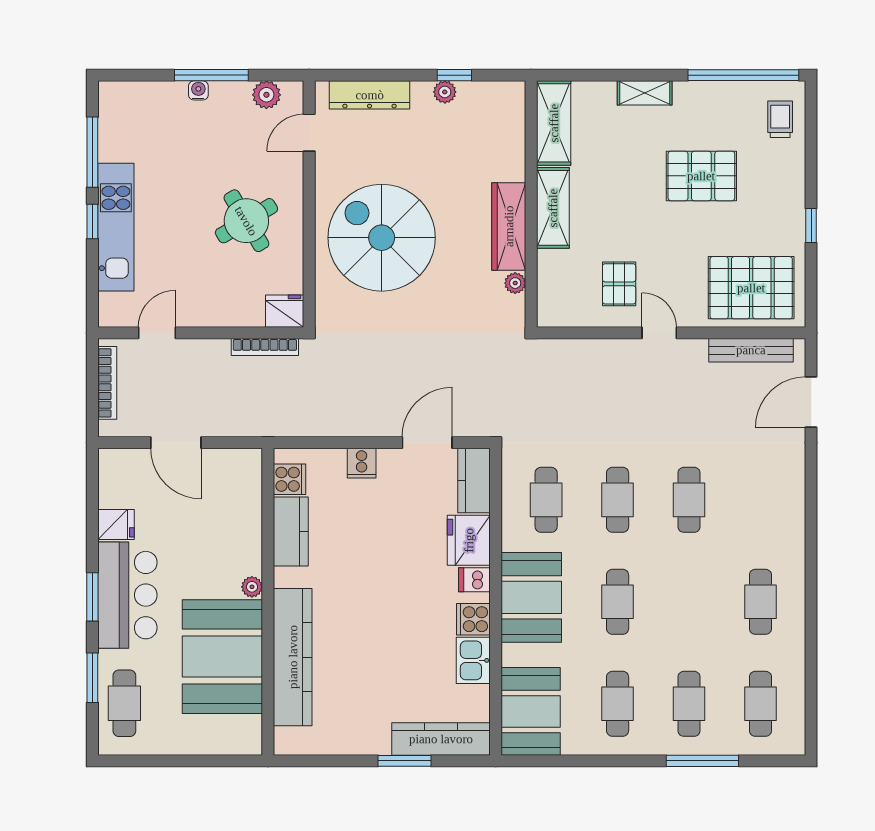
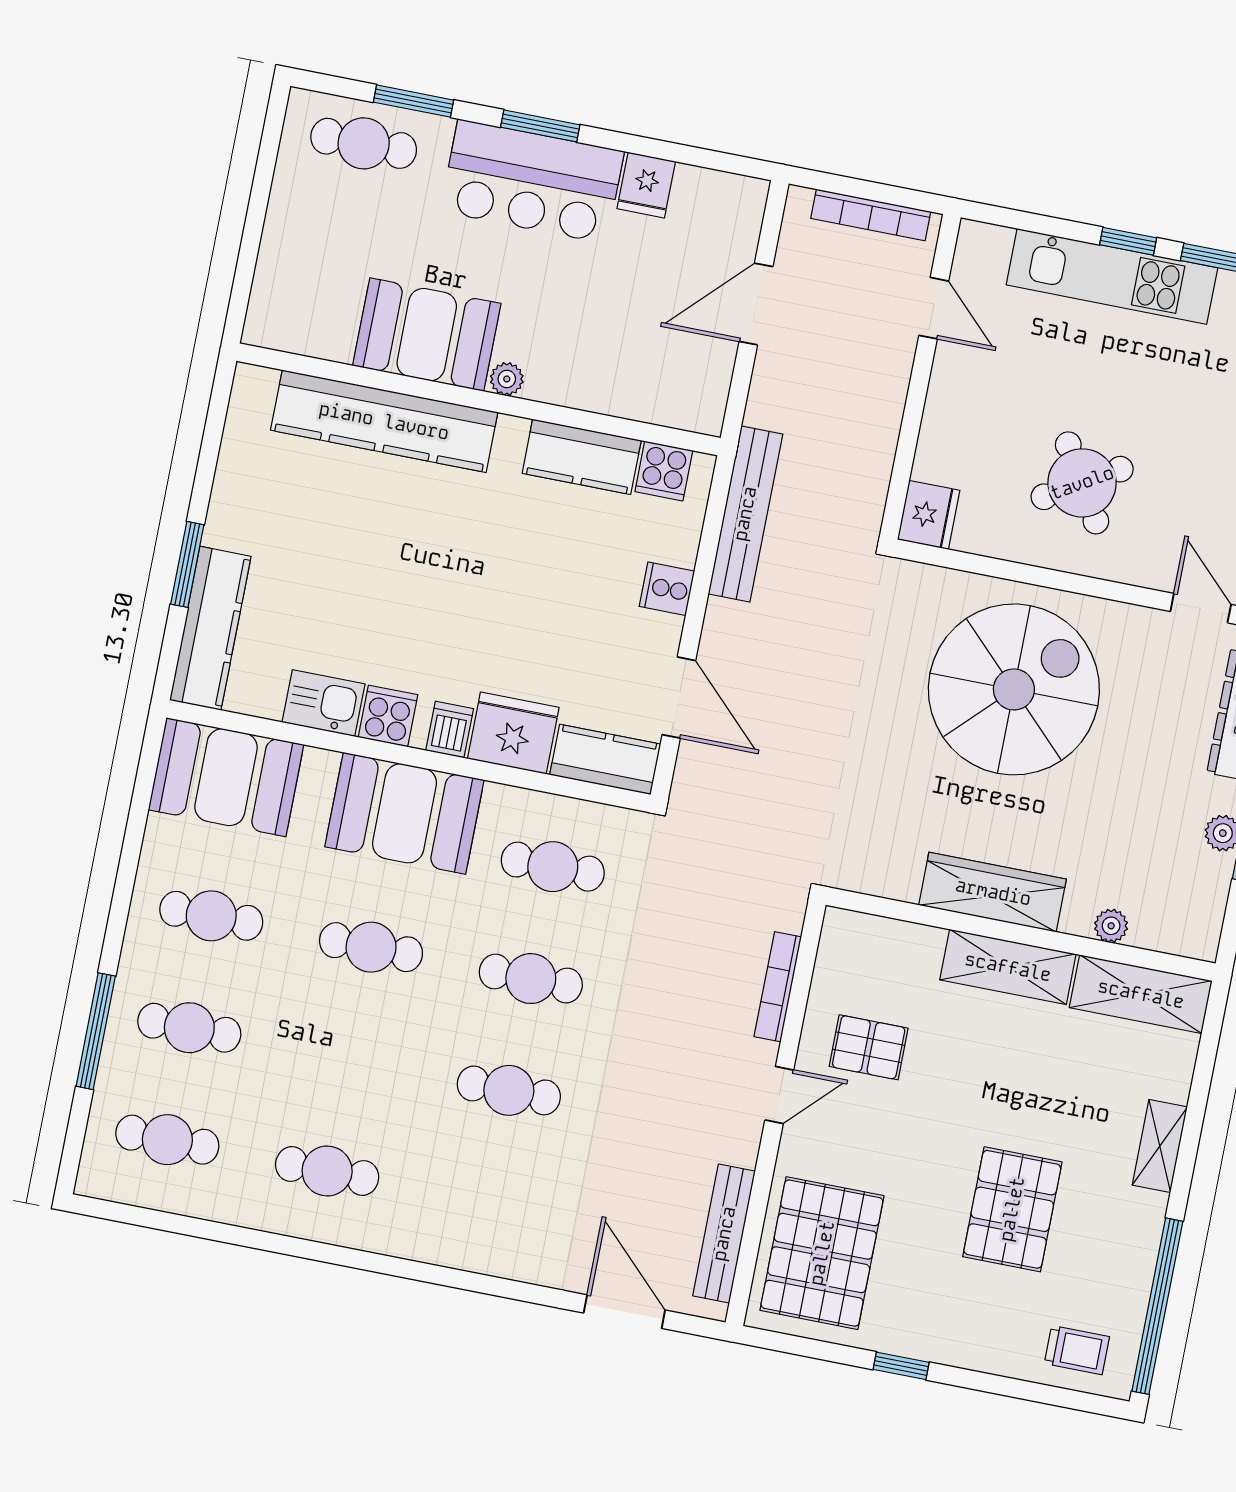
plant: (515, 283) -> (1111, 926), moved
bookcase: (265, 347) -> (778, 987), moved
bench: (306, 424) -> (745, 514), added
booth: (222, 657) -> (427, 335), width x0.73, depth x0.70

